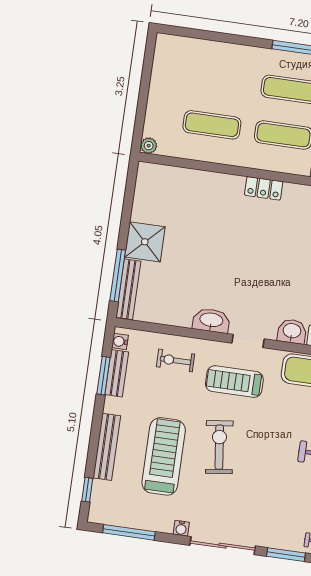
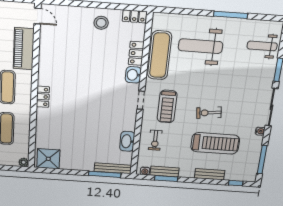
shower: (145, 242) -> (48, 159), moved
washbasin: (211, 320) -> (127, 141), moved
bench: (107, 447) -> (210, 174), width x0.73
exercise bike: (219, 447) -> (209, 113), width x0.73, depth x0.72
treadmill: (164, 456) -> (215, 143), turned 180

